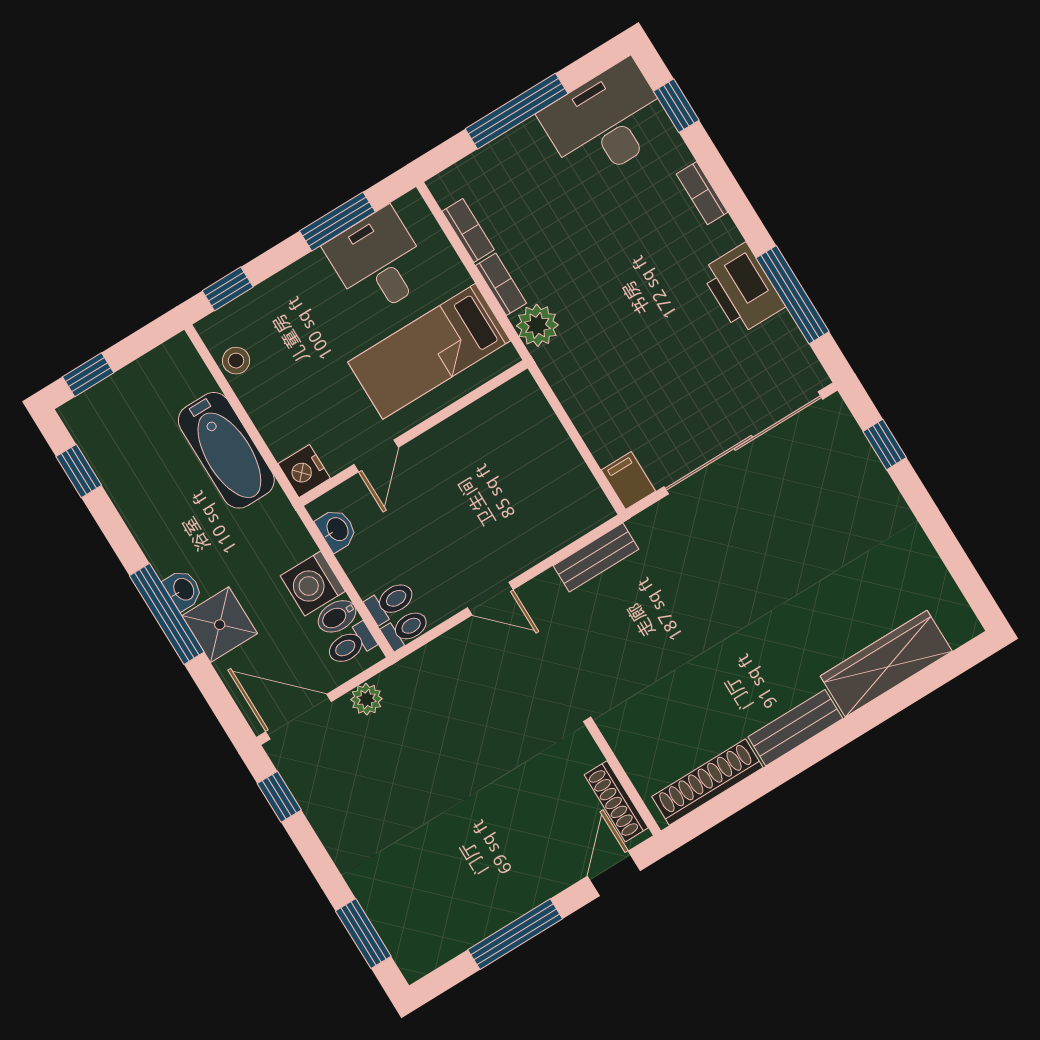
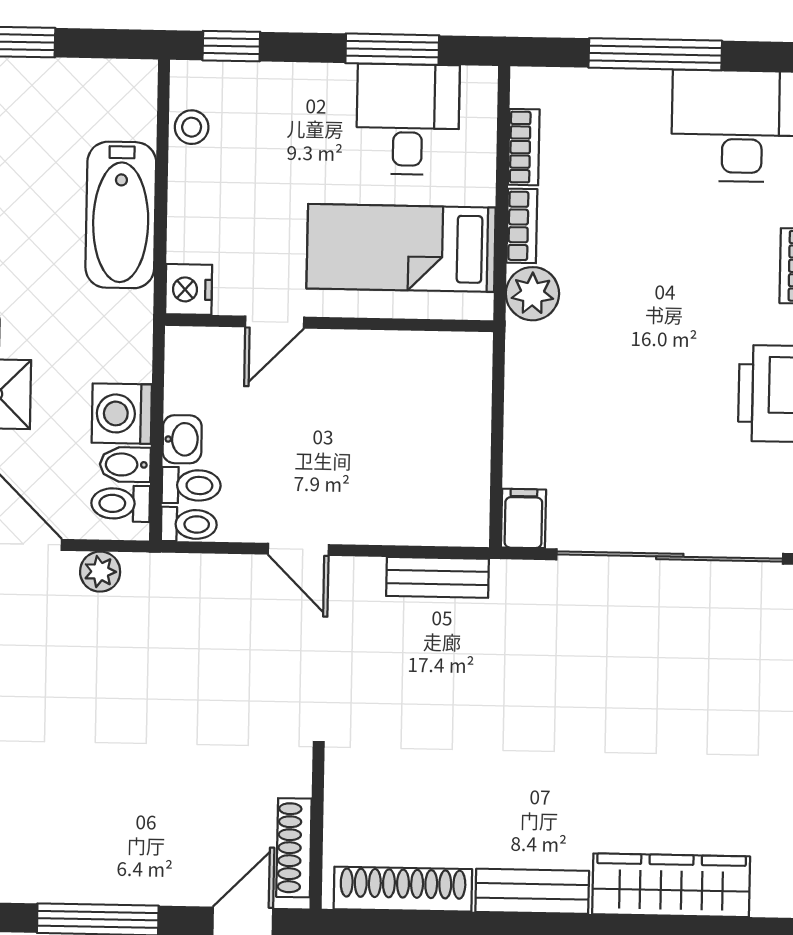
washbasin: (337, 530) -> (182, 439), moved

